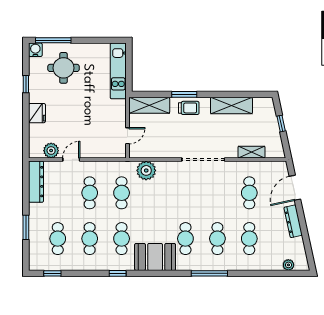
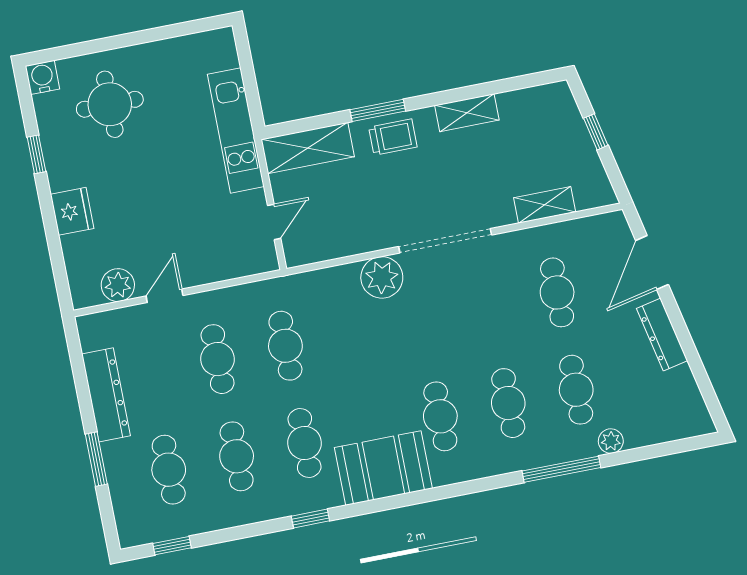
window: (53, 40) -> (77, 50), removed
kitchen unit: (118, 71) -> (236, 130), moved
shelving: (231, 106) -> (467, 113), width x0.67, depth x0.75
plant: (146, 170) -> (382, 277), moved
dresser: (36, 182) -> (106, 395), moved
plant: (288, 265) -> (611, 441), moved
window: (209, 273) -> (561, 469), moved

